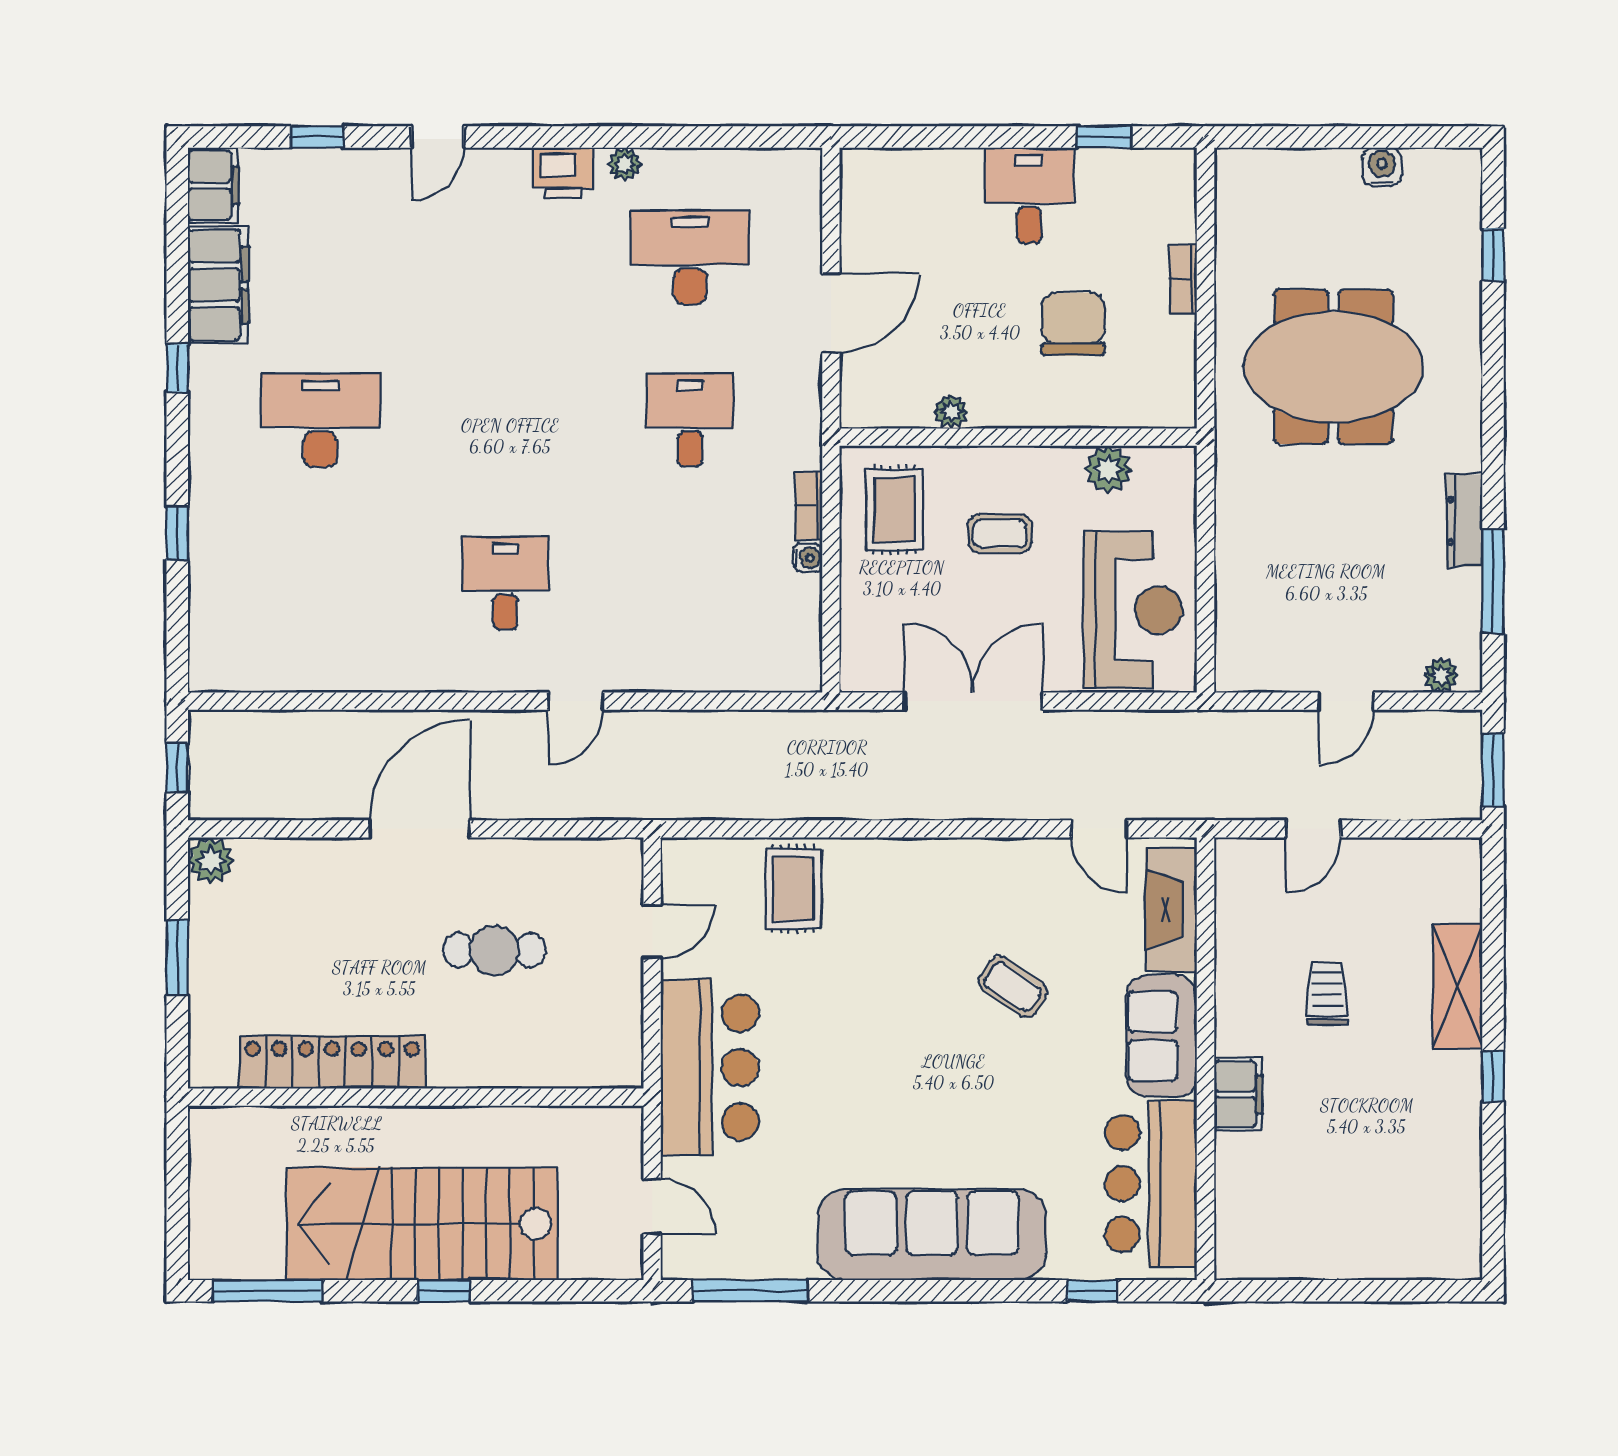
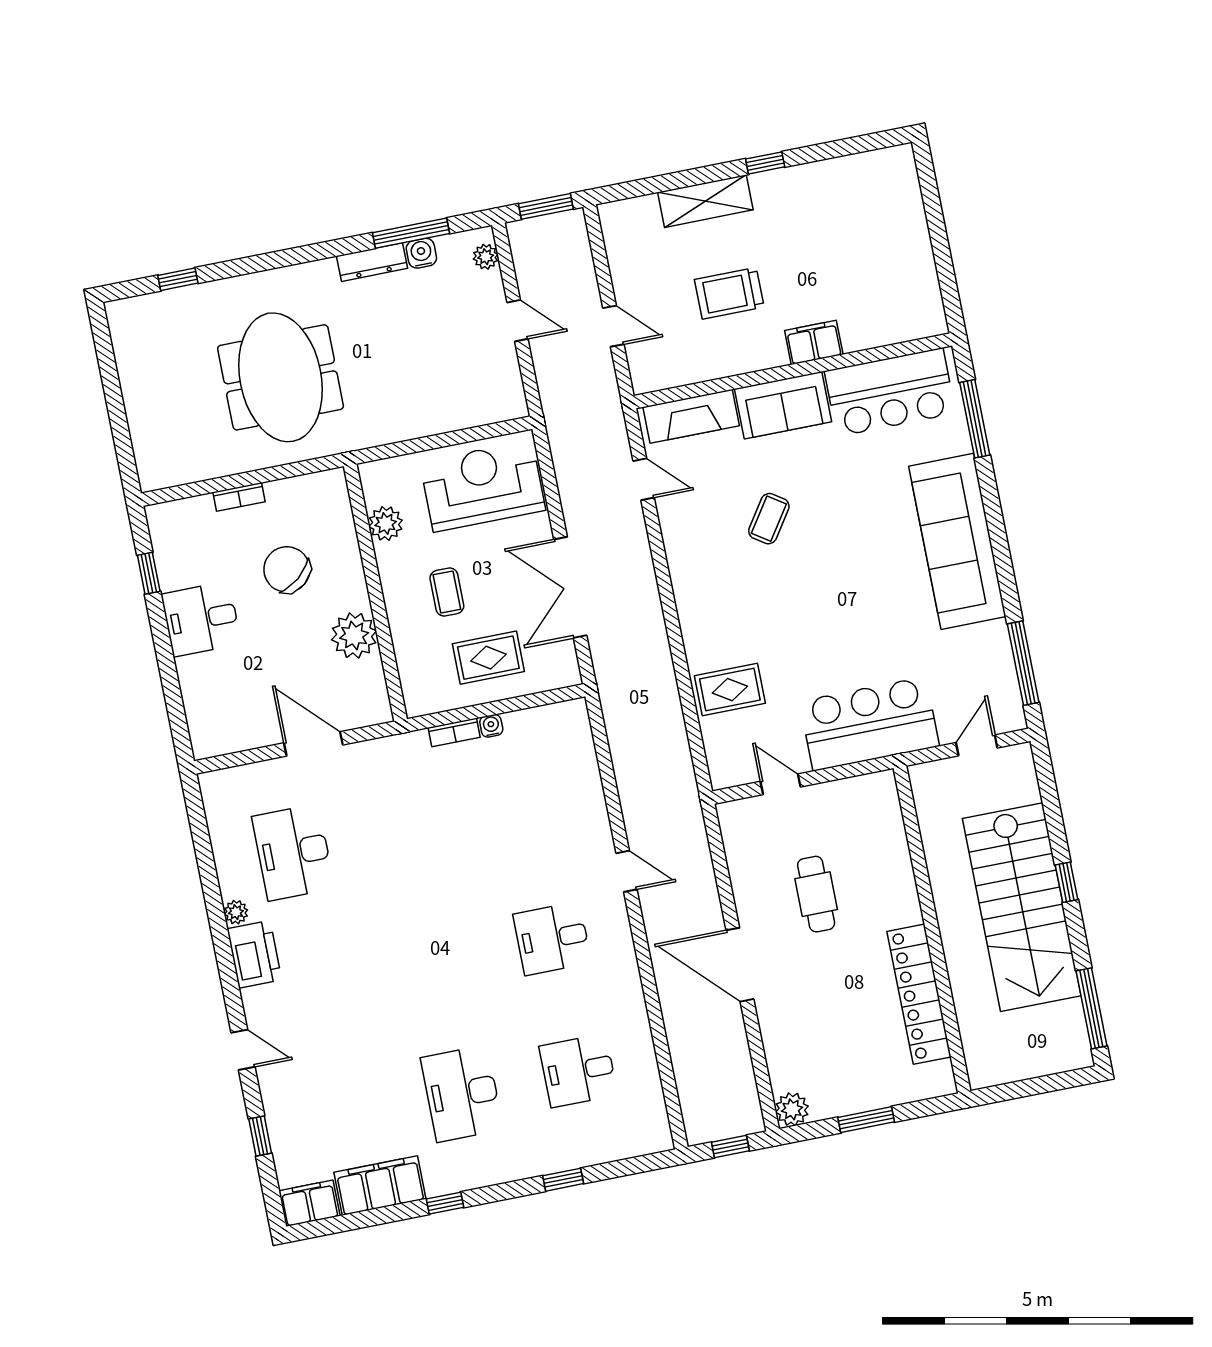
water cooler: (1382, 167) -> (421, 253), moved, turned 90
printer: (563, 173) -> (254, 954), width x1.37, depth x1.19
chair: (1073, 324) -> (287, 569), turned 51
plant: (951, 412) -> (354, 635), width x1.87, depth x1.87
desk: (690, 420) -> (578, 1071), moved
rug: (894, 510) -> (488, 658), moved
door: (1099, 829) -> (644, 479), hinge flipped
trolley: (1327, 994) -> (729, 293), width x1.36, depth x1.39
window: (1092, 1291) -> (975, 419), width x2.17

